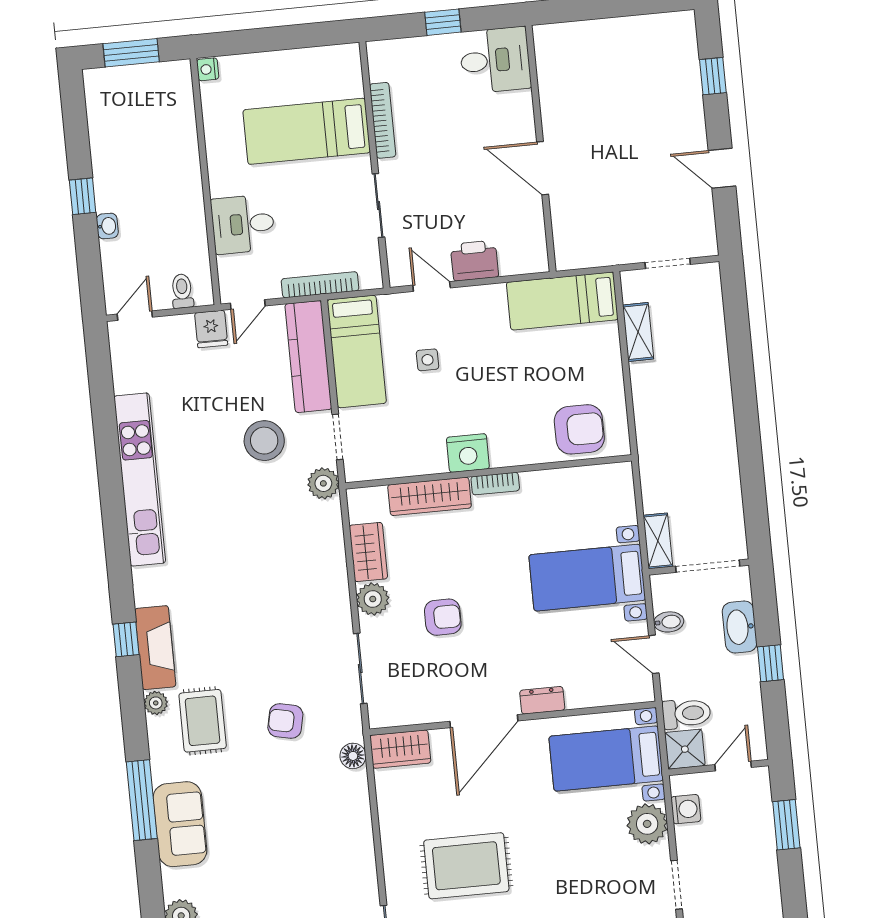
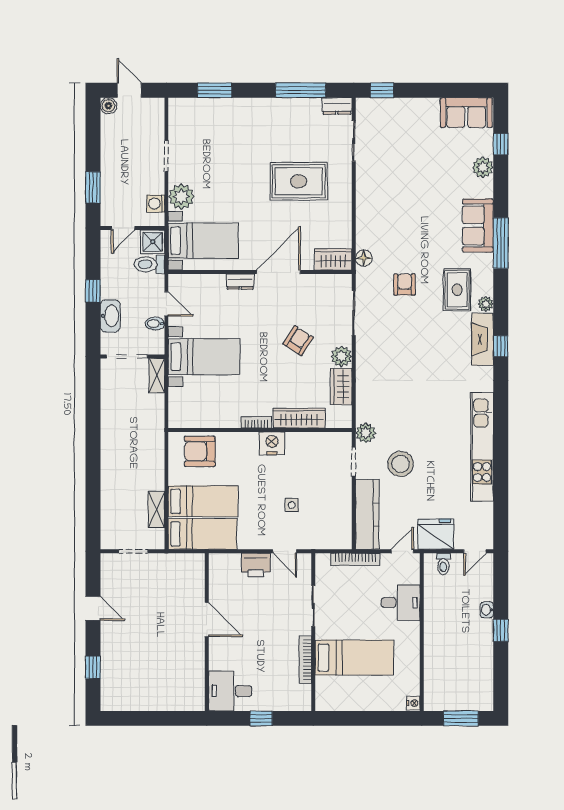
fridge: (211, 329) -> (436, 534), width x1.88, depth x1.34
bed: (357, 351) -> (203, 501), moved, turned 90
armchair: (443, 617) -> (298, 341), turned 123
armchair: (285, 721) -> (405, 284), turned -102

